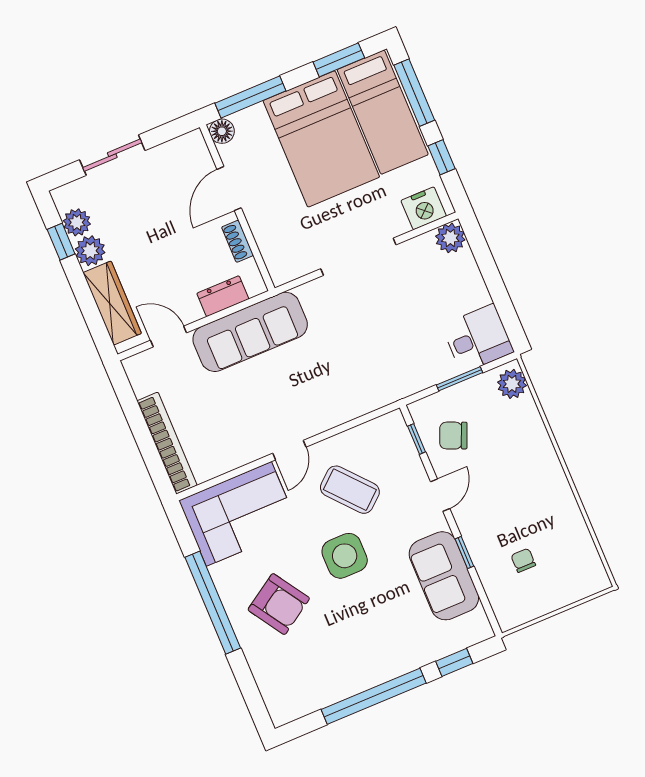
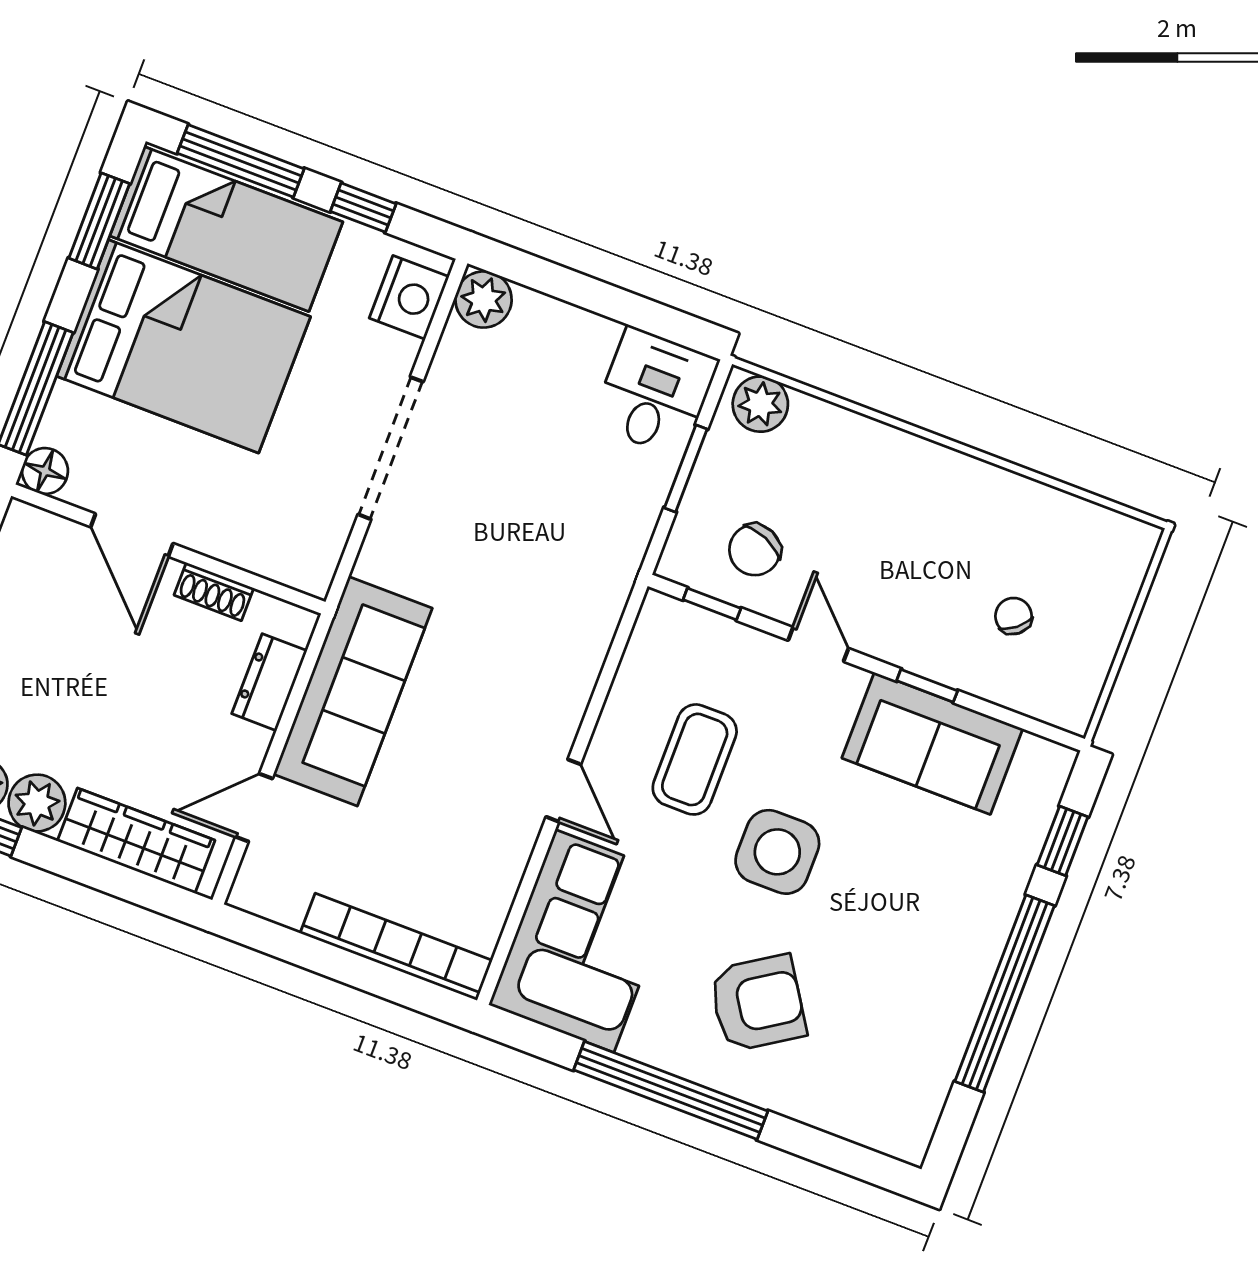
coffee table: (350, 490) -> (695, 759), turned -49
chair: (523, 560) -> (1014, 616), turned 51

